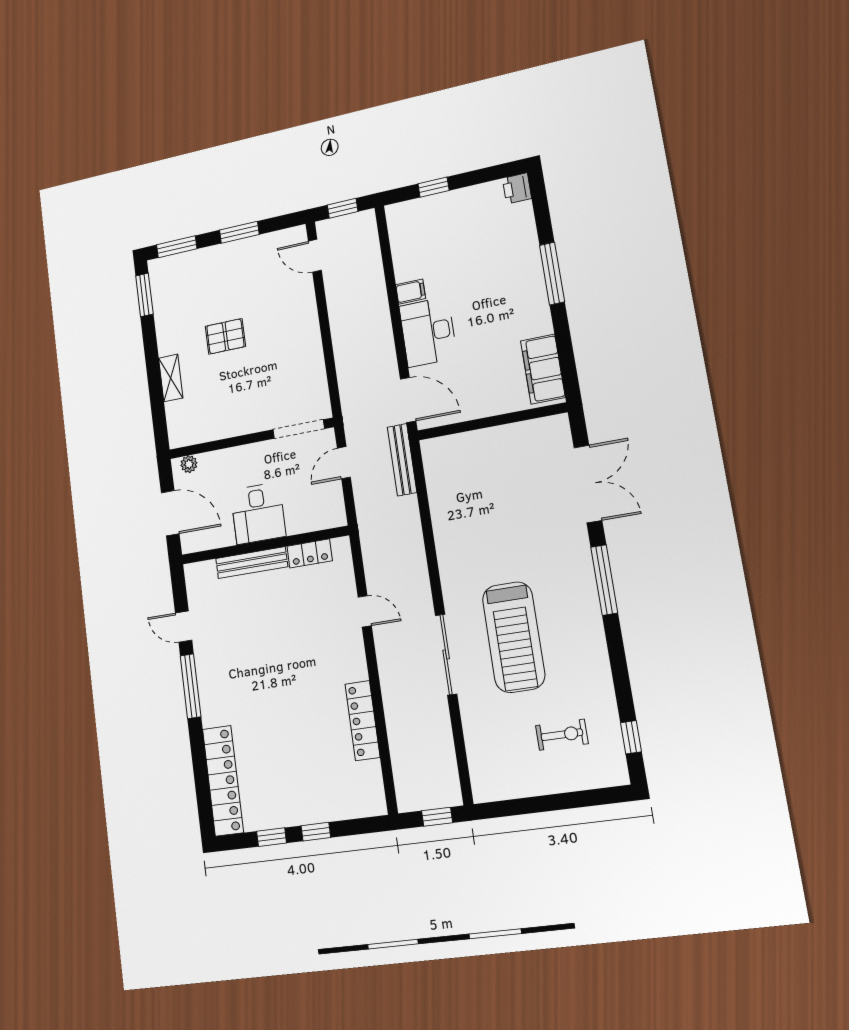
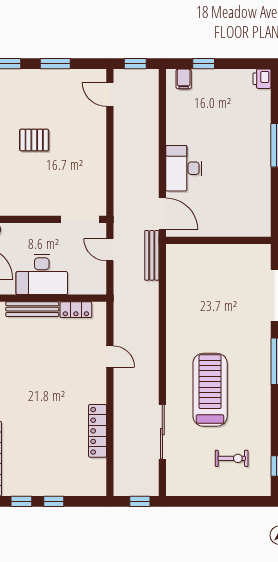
filing cabinet: (411, 292) -> (184, 79), moved, turned 90
filing cabinet: (543, 369) -> (259, 211), removed
door: (344, 463) -> (110, 250), hinge flipped
desk: (258, 513) -> (42, 275), width x1.37
treadmill: (514, 637) -> (210, 390), turned 180
sliding door: (446, 654) -> (162, 432), moved

